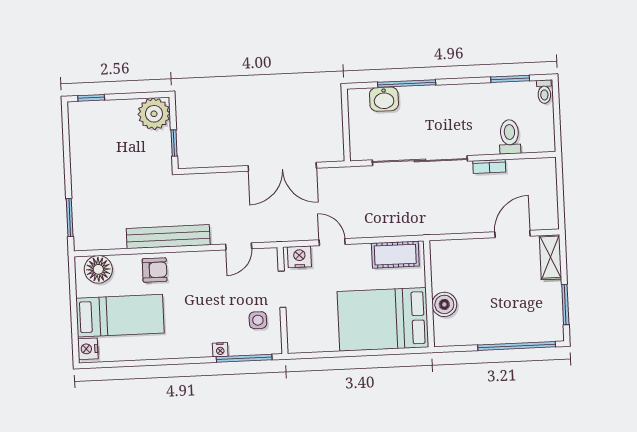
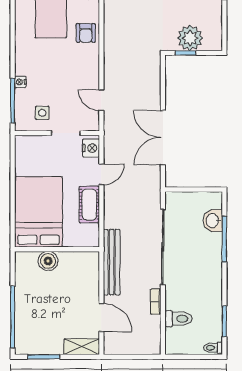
plant: (154, 114) -> (190, 38), moved
bench: (168, 237) -> (112, 262), moved
cot: (395, 255) -> (89, 204), moved

